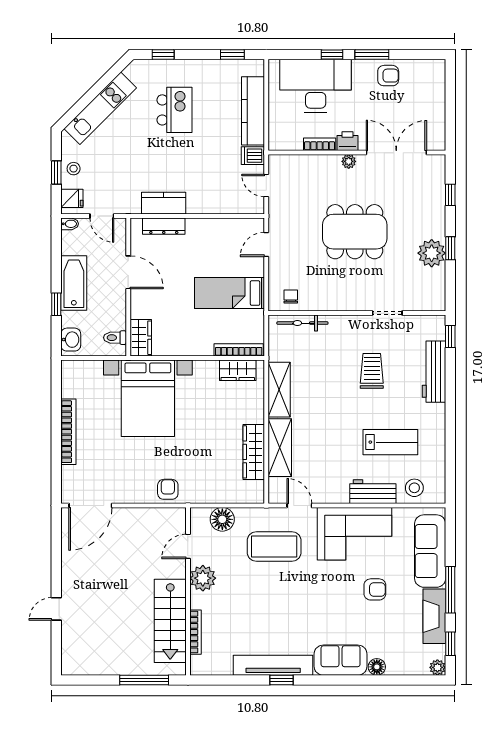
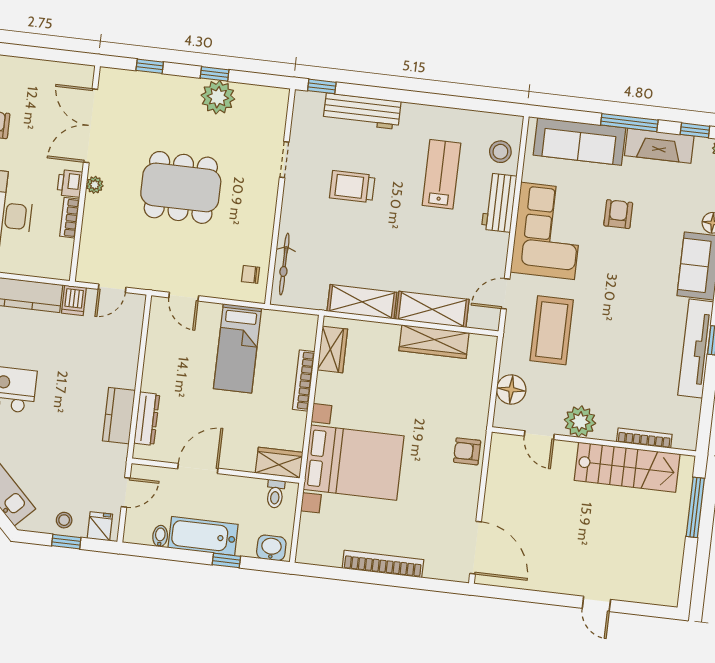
bidet: (70, 224) -> (160, 536), moved
dining table: (355, 232) -> (181, 187), turned 90
bookcase: (239, 350) -> (304, 380), moved

